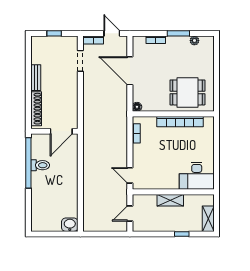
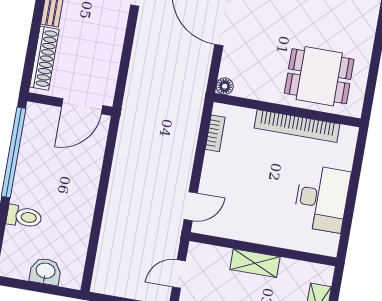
toilet: (40, 165) -> (24, 217), moved
door: (130, 175) -> (191, 206), swing flipped
desk: (197, 176) -> (322, 199), moved, turned -90
washbasin: (70, 225) -> (45, 271), moved

